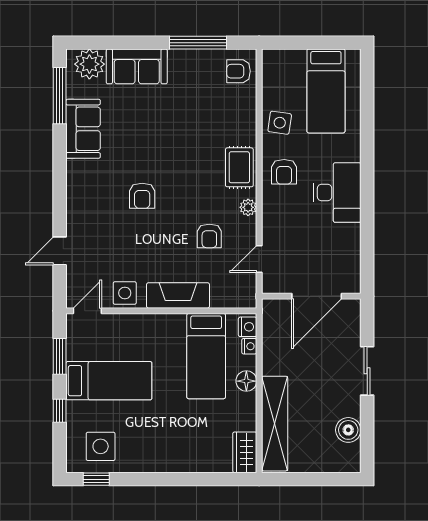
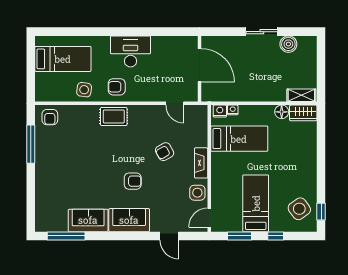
plant: (89, 64) -> (45, 216), removed
sofa: (137, 66) -> (129, 220), moved, turned -90
armchair: (284, 172) -> (117, 87), turned 180
plant: (248, 207) -> (140, 111), removed
armchair: (209, 236) -> (165, 152), moved, turned 151
fireplace: (178, 295) -> (201, 163), width x0.73, depth x0.76
door: (87, 311) -> (209, 218), hinge flipped
sliding door: (367, 371) -> (262, 32), moved
floor lamp: (246, 381) -> (282, 112), moved
shelving: (275, 424) -> (301, 95), width x0.45, depth x0.75
side table: (101, 446) -> (299, 209), turned -36

